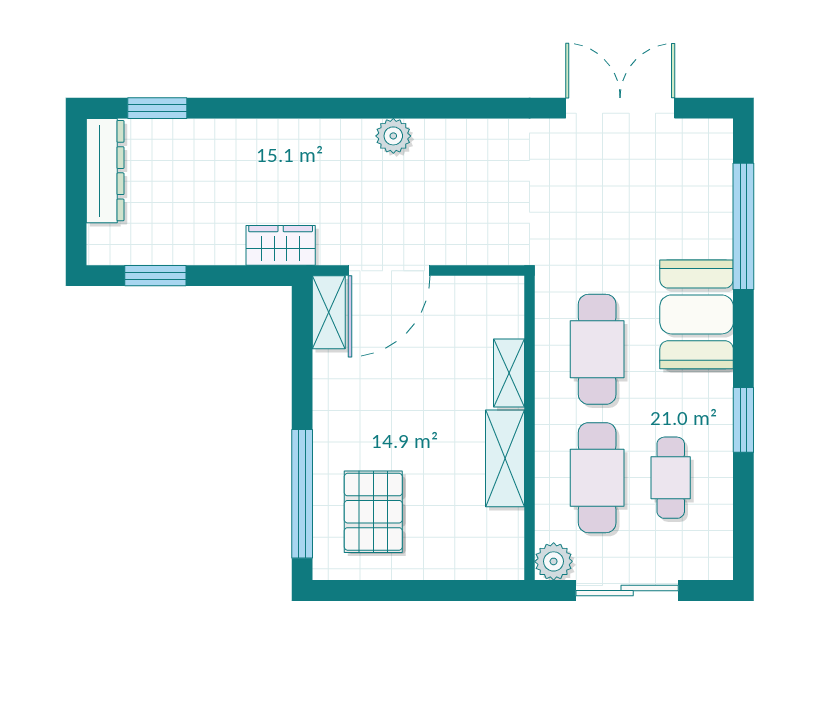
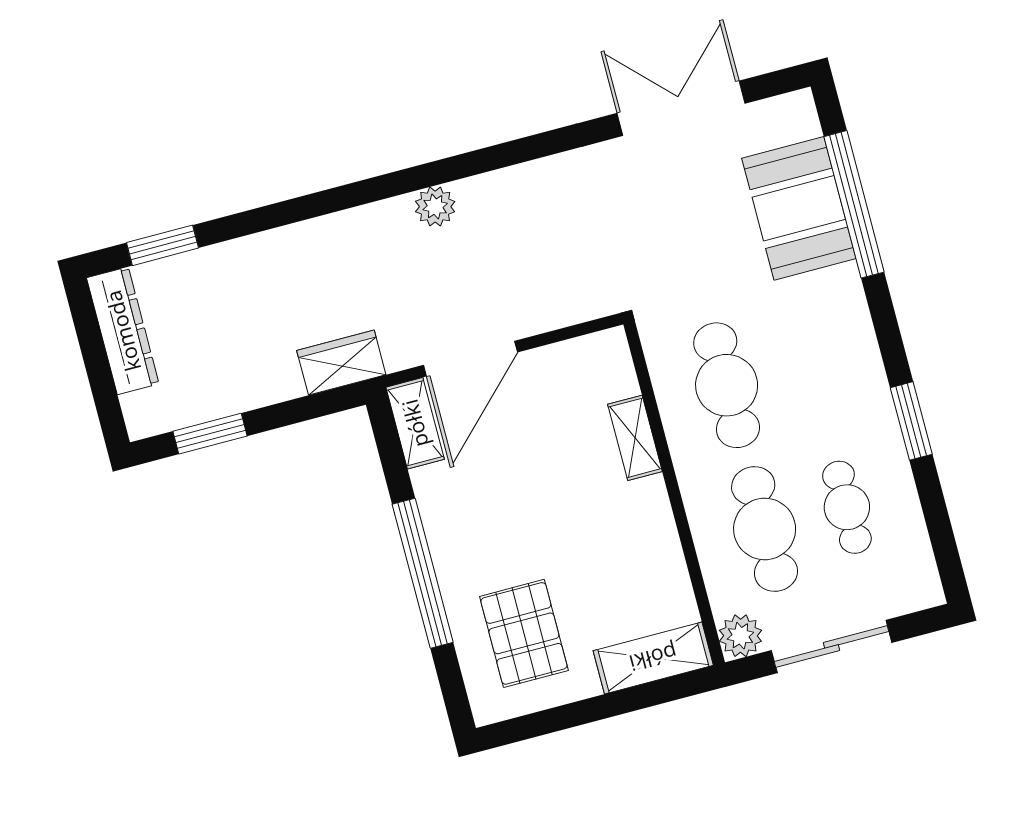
booth: (697, 314) -> (799, 208), moved
shelving: (505, 458) -> (653, 658), moved, turned 90
window: (302, 494) -> (423, 573), moved

